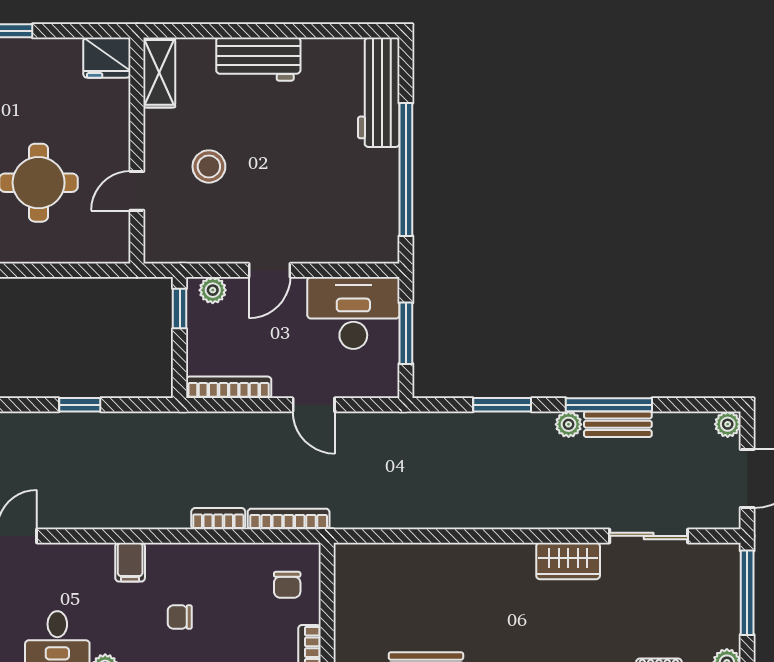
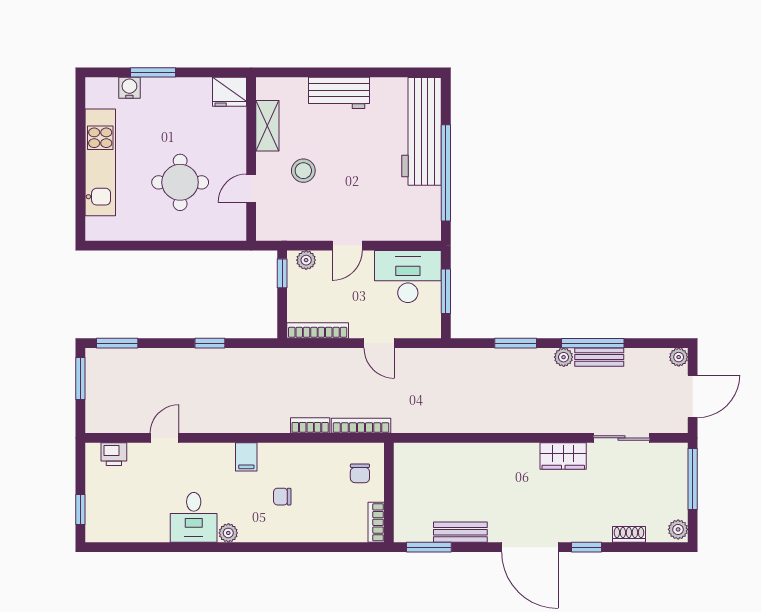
shelving: (159, 72) -> (267, 126), moved
workbench: (379, 92) -> (421, 131), width x1.36, depth x1.32

